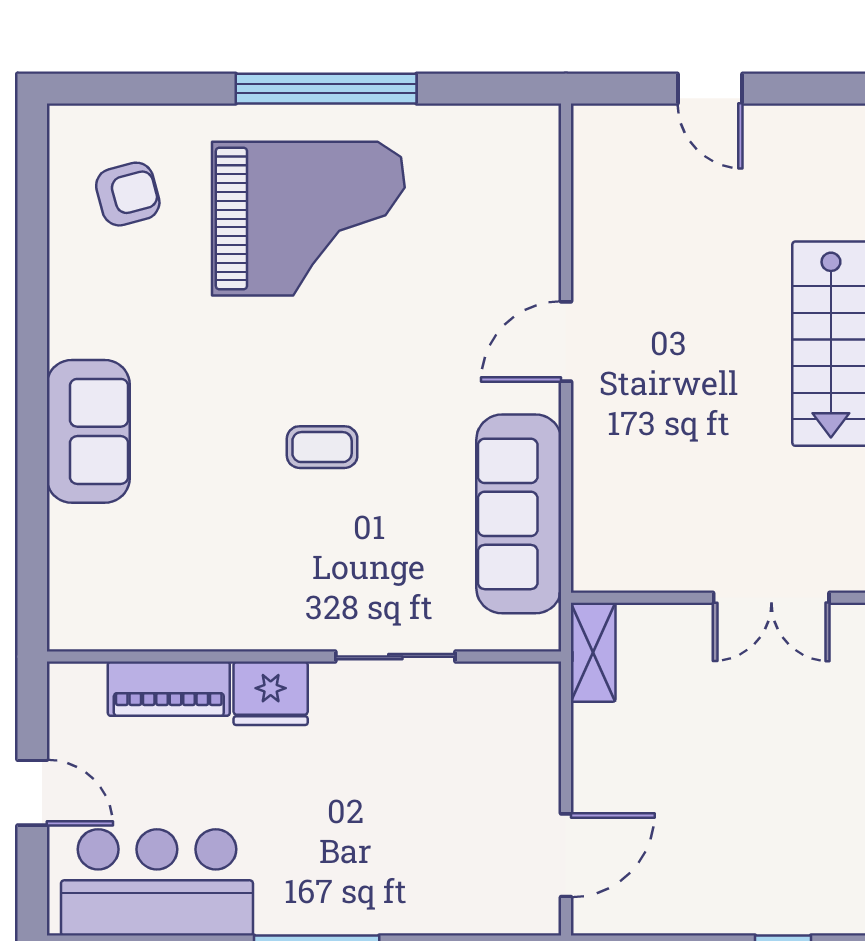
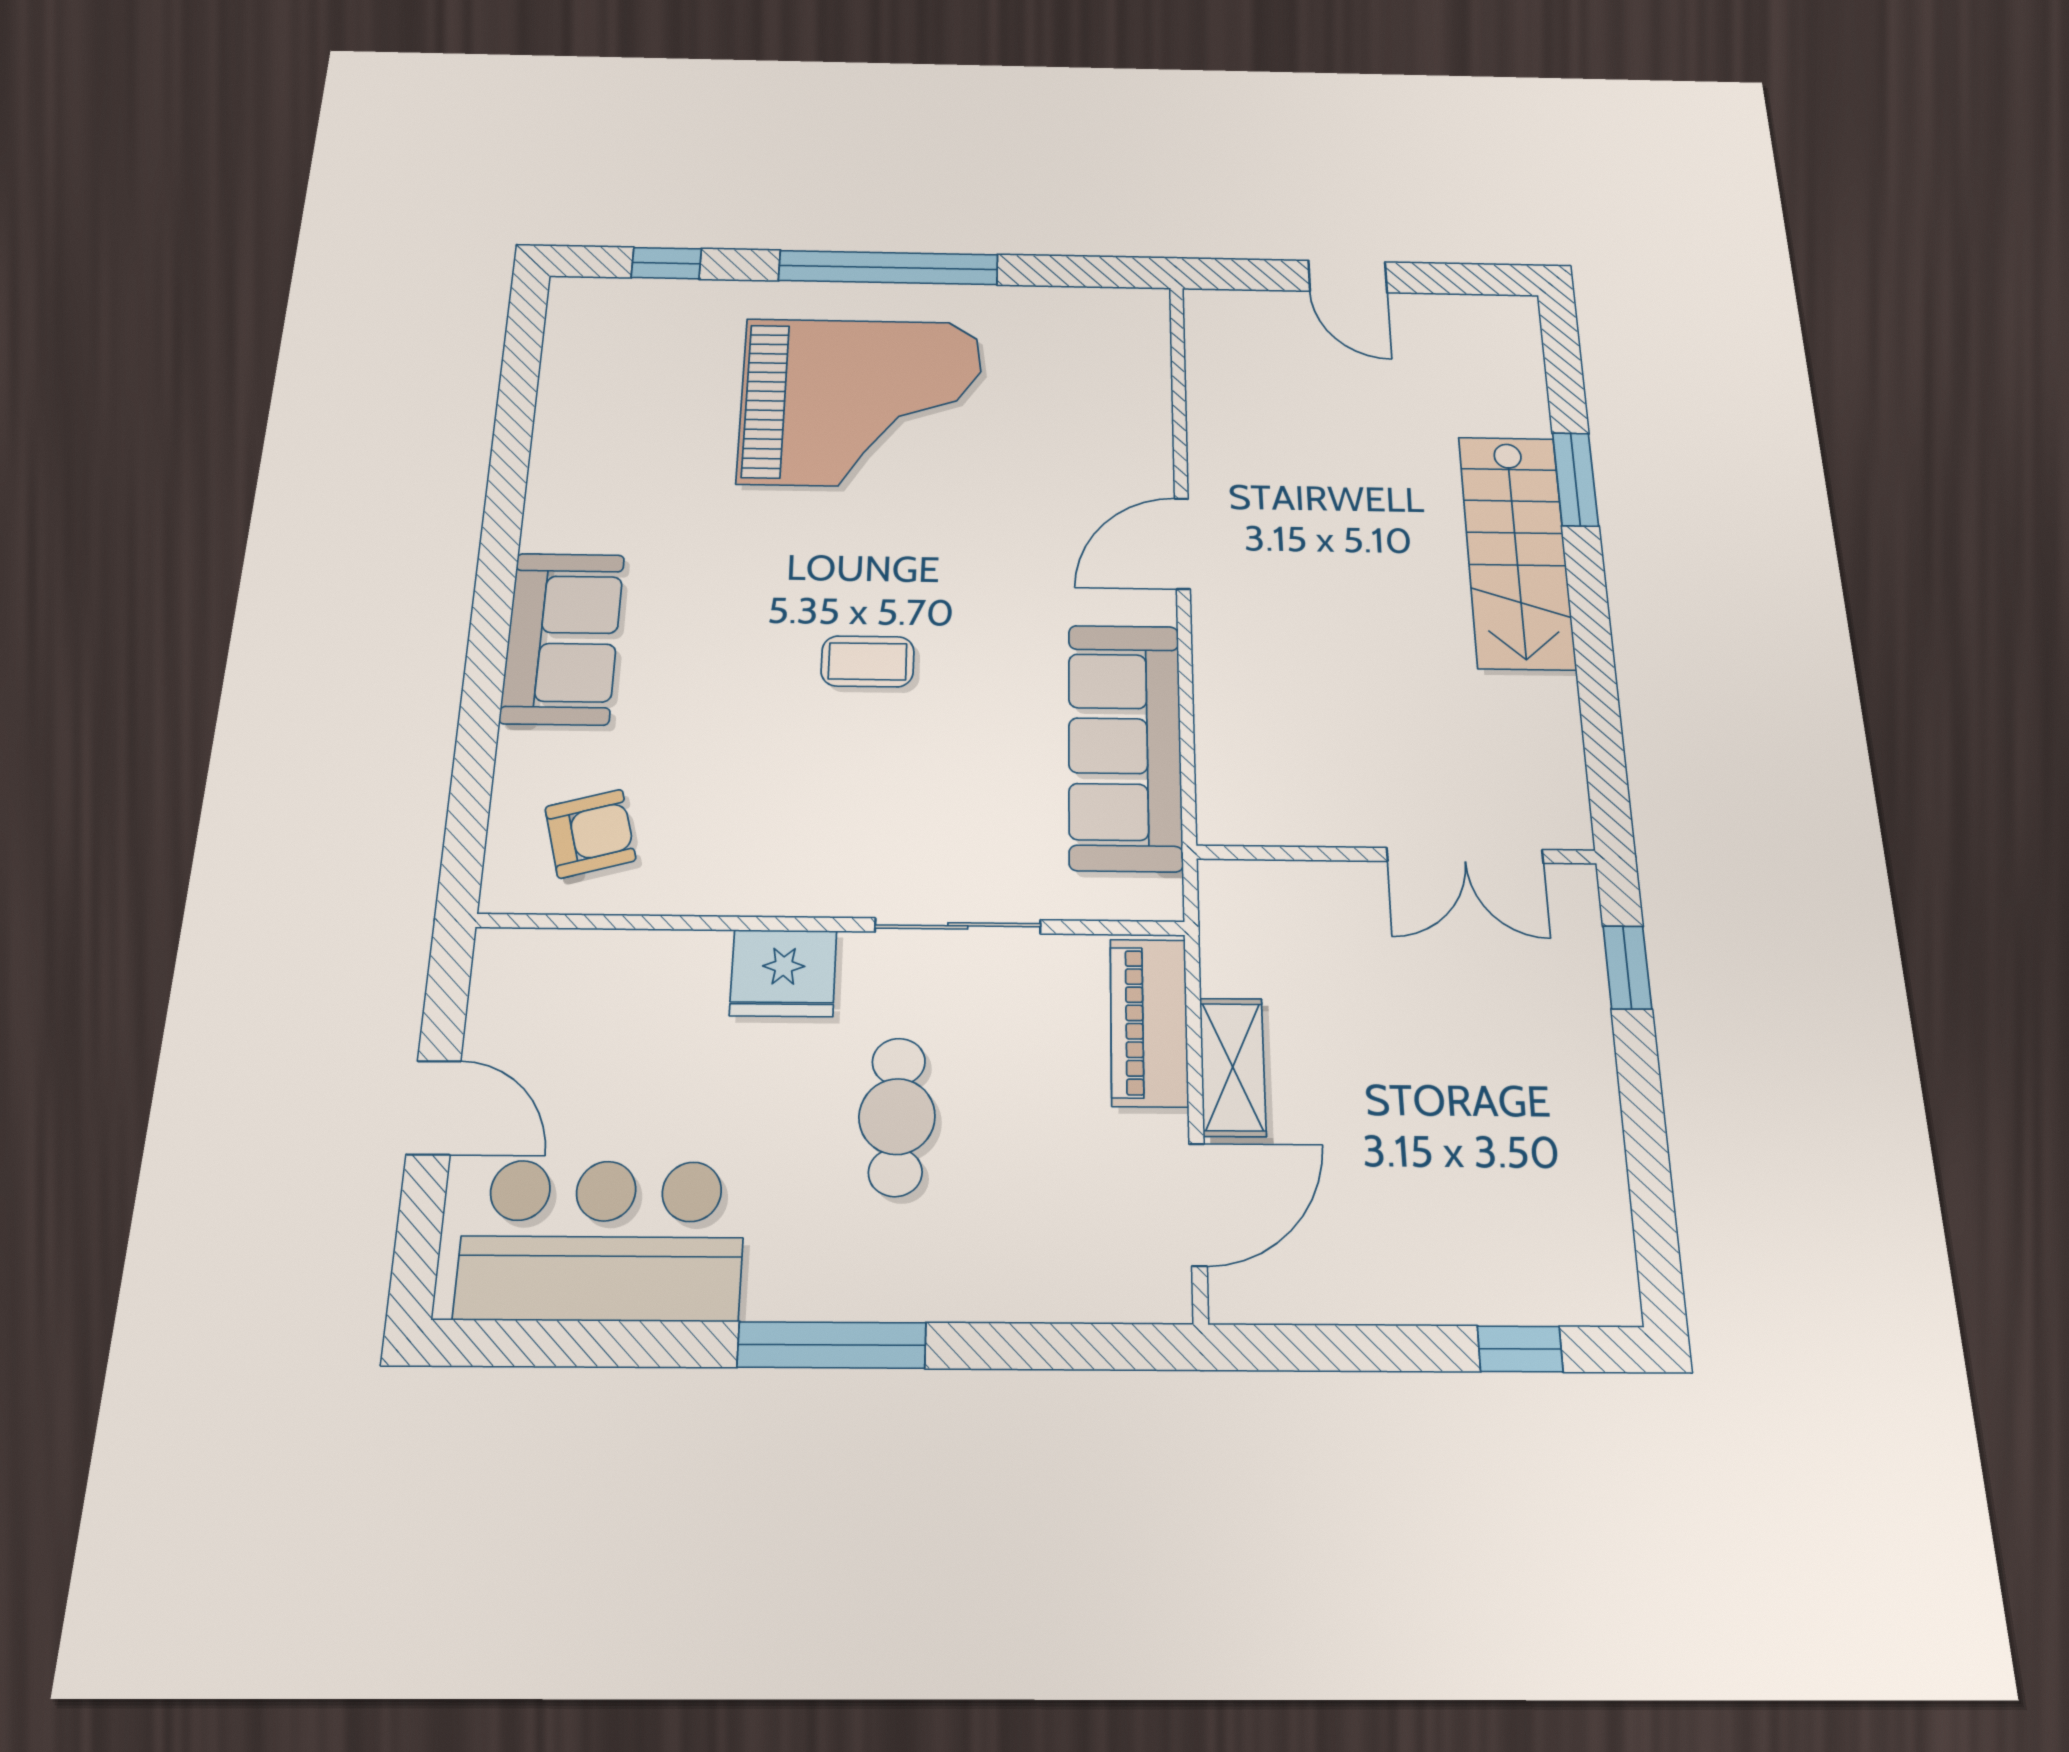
window: (142, 89) -> (666, 263), added
armchair: (128, 194) -> (590, 834), moved
shelving: (593, 652) -> (1233, 1067), moved
piano: (169, 689) -> (1149, 1022), moved, turned 90
cafe table: (356, 796) -> (897, 1117), added

